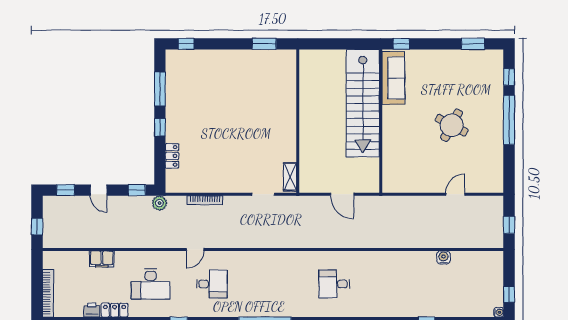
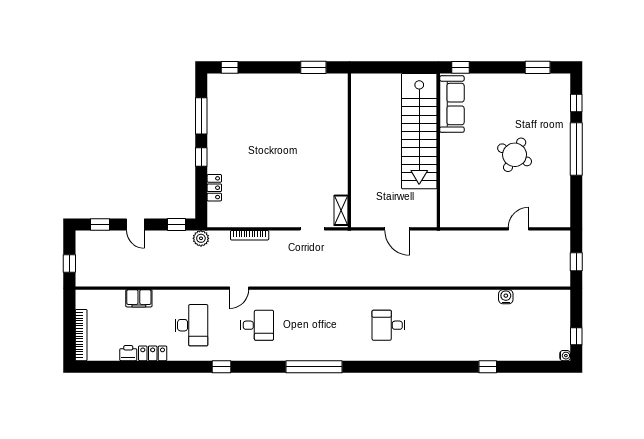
desk: (151, 284) -> (191, 325), turned -90

